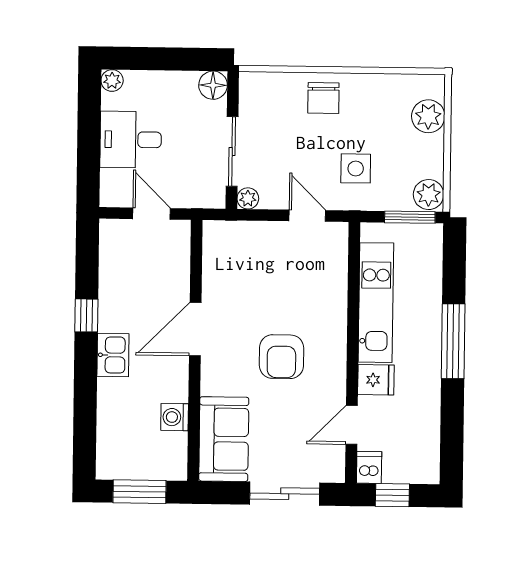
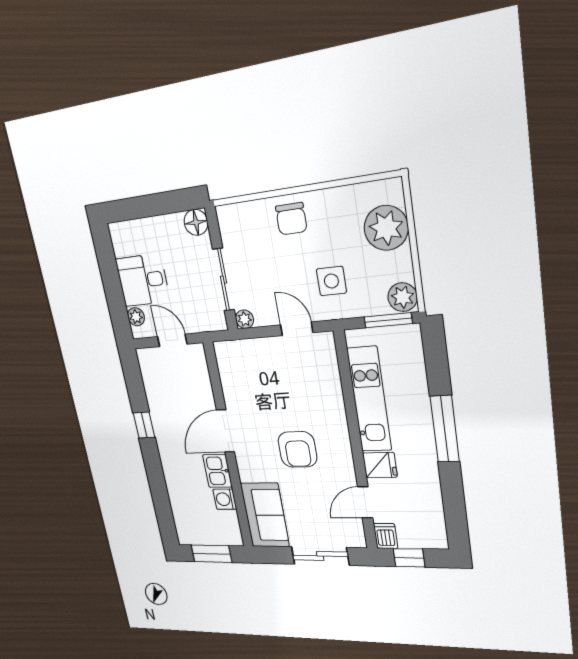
plant: (112, 81) -> (136, 317), moved
plant: (428, 116) -> (386, 228), width x1.36, depth x1.36
kitchen sink: (113, 355) -> (217, 471), moved, turned 180

